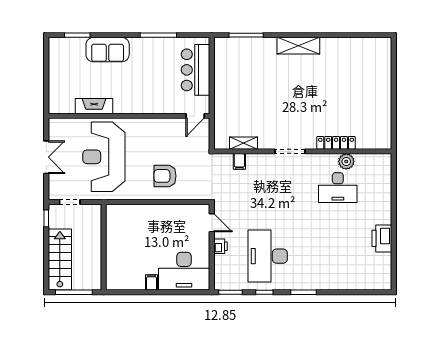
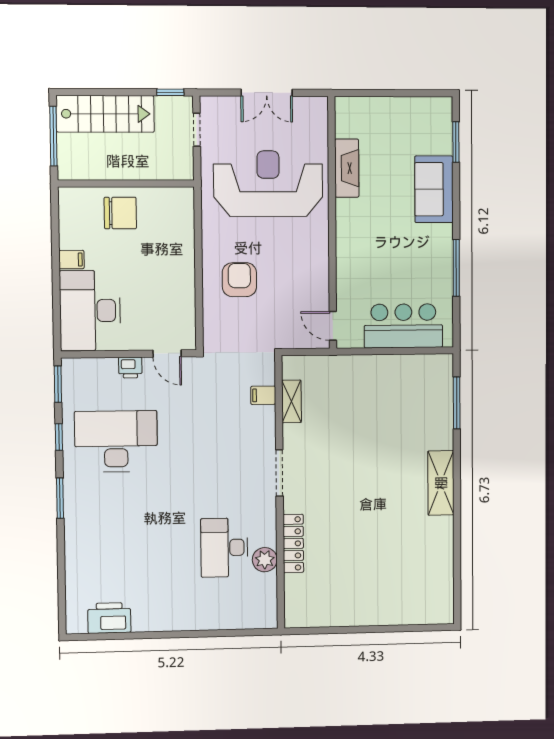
door: (212, 223) -> (167, 353), hinge flipped
printer: (382, 238) -> (109, 618), moved
chair: (122, 251) -> (120, 213), added

